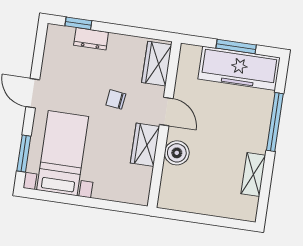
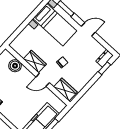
dresser: (91, 39) -> (104, 58), moved
boiler: (177, 153) -> (15, 66), moved

